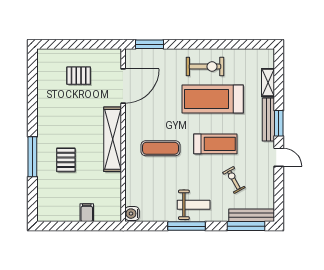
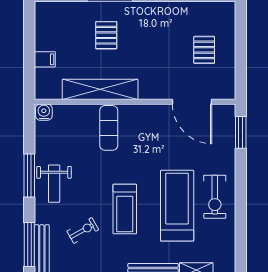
shelving: (113, 139) -> (100, 89), moved
exercise mat: (160, 148) -> (109, 128), moved
pallet: (66, 160) -> (106, 35), turned 90

